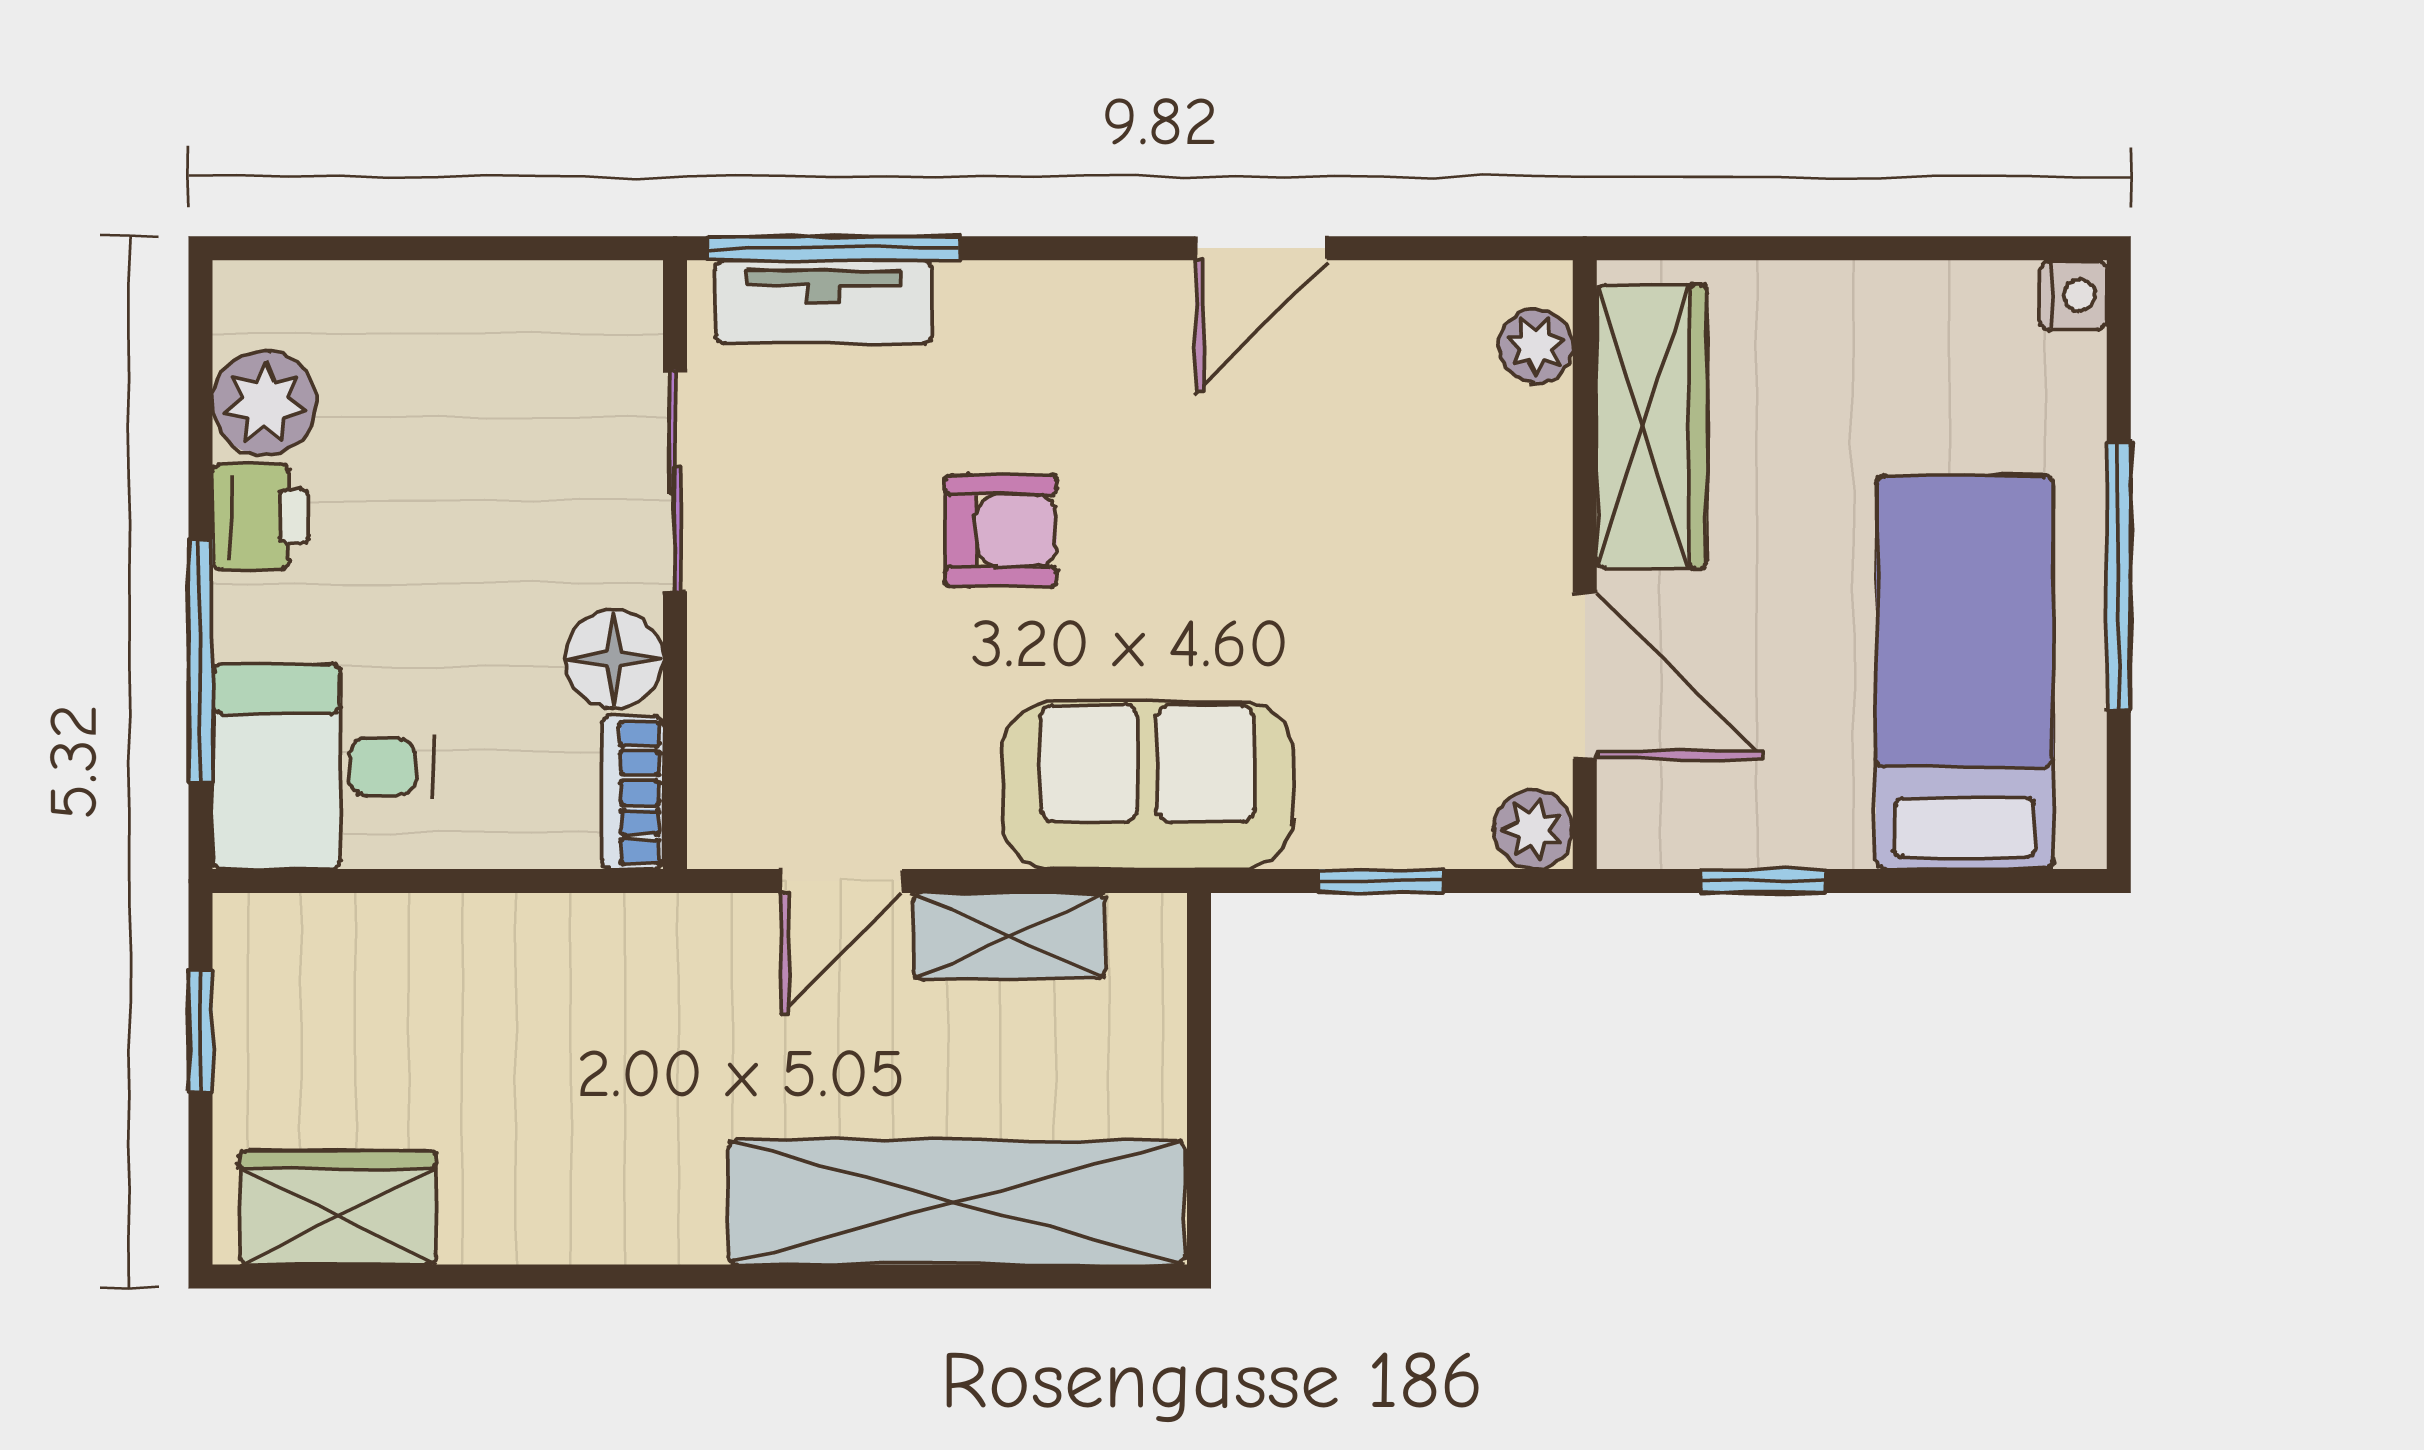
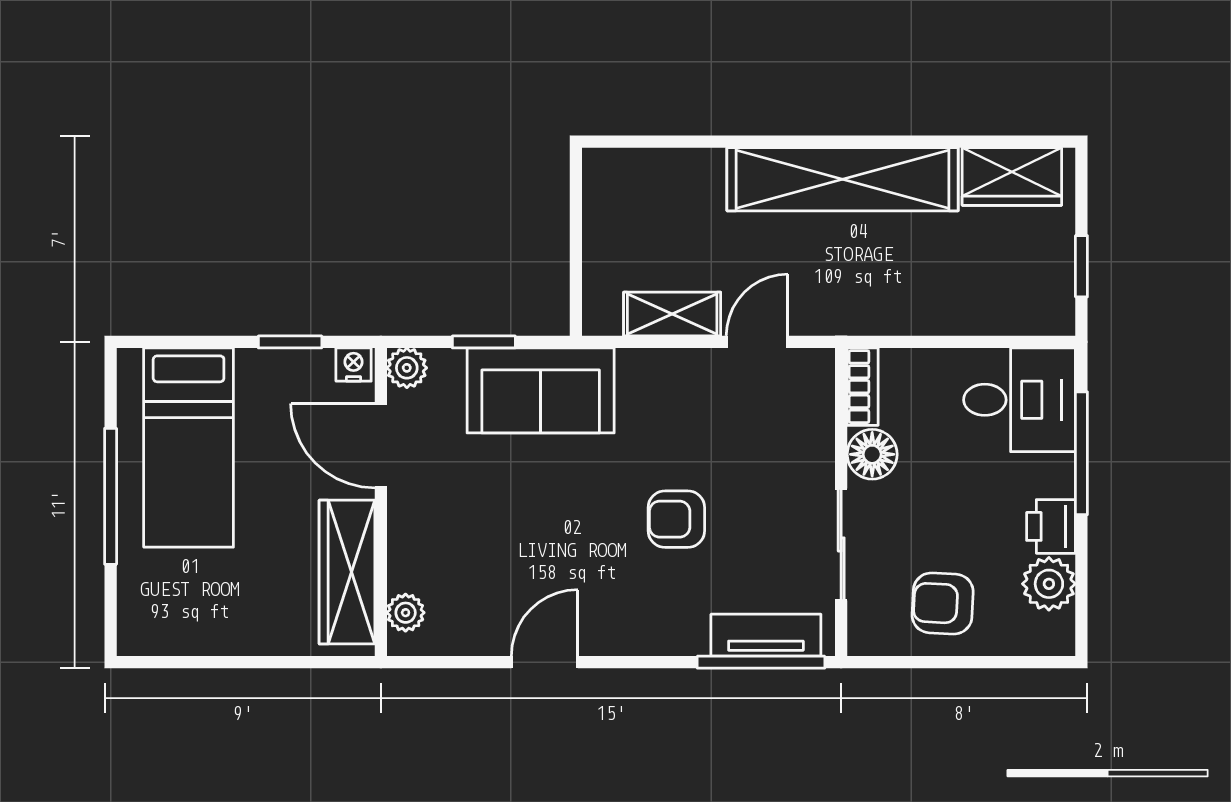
nightstand: (2074, 295) -> (354, 365), moved, turned 90
armchair: (475, 364) -> (943, 603), added
sofa: (1147, 785) -> (541, 390), moved
shelving: (956, 1202) -> (843, 179), moved

